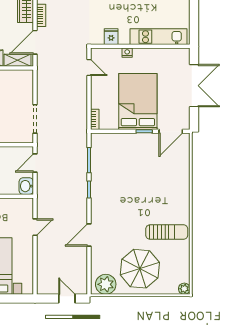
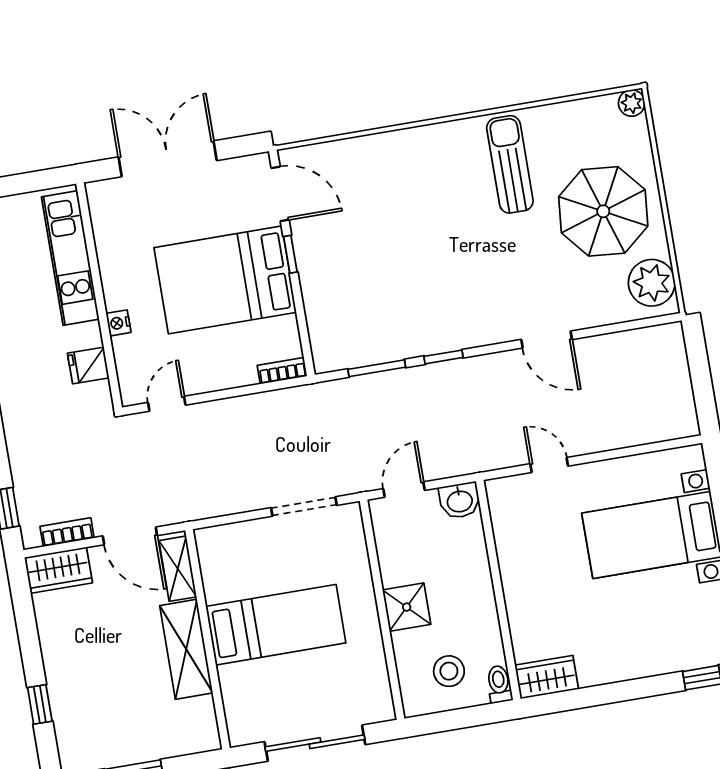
door: (35, 163) -> (404, 490), swing flipped
door: (67, 298) -> (699, 365), removed

